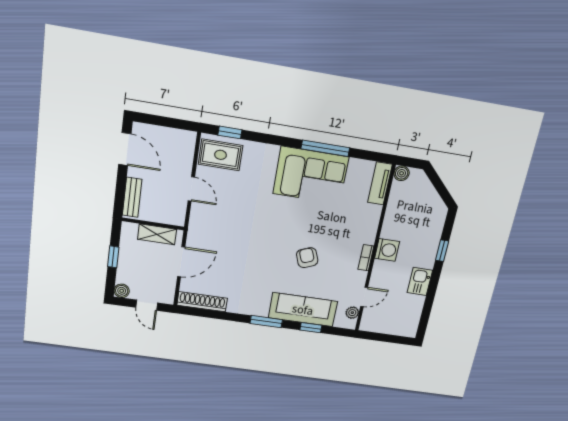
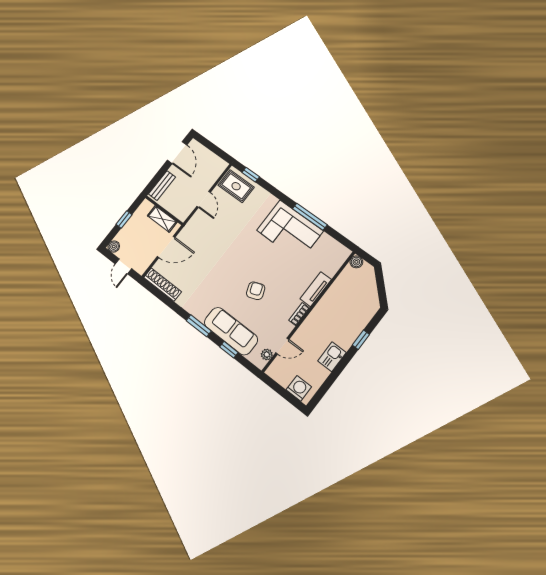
tv unit: (380, 183) -> (316, 289), moved
washing machine: (387, 250) -> (299, 388), moved, turned -90

